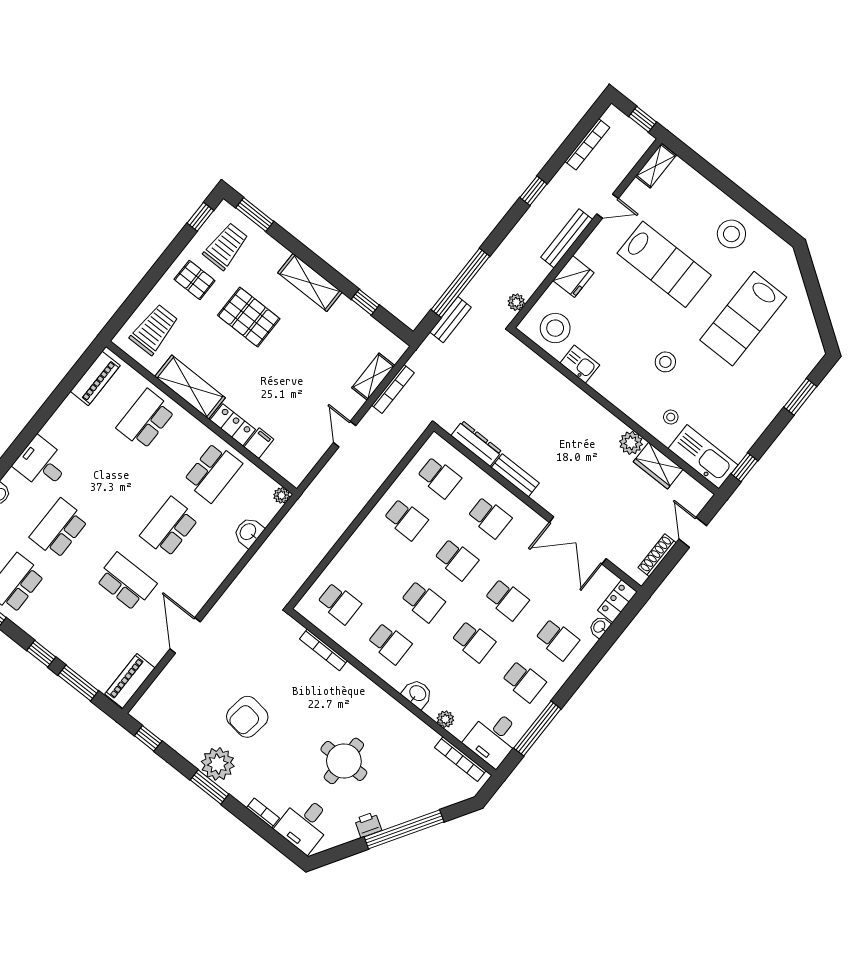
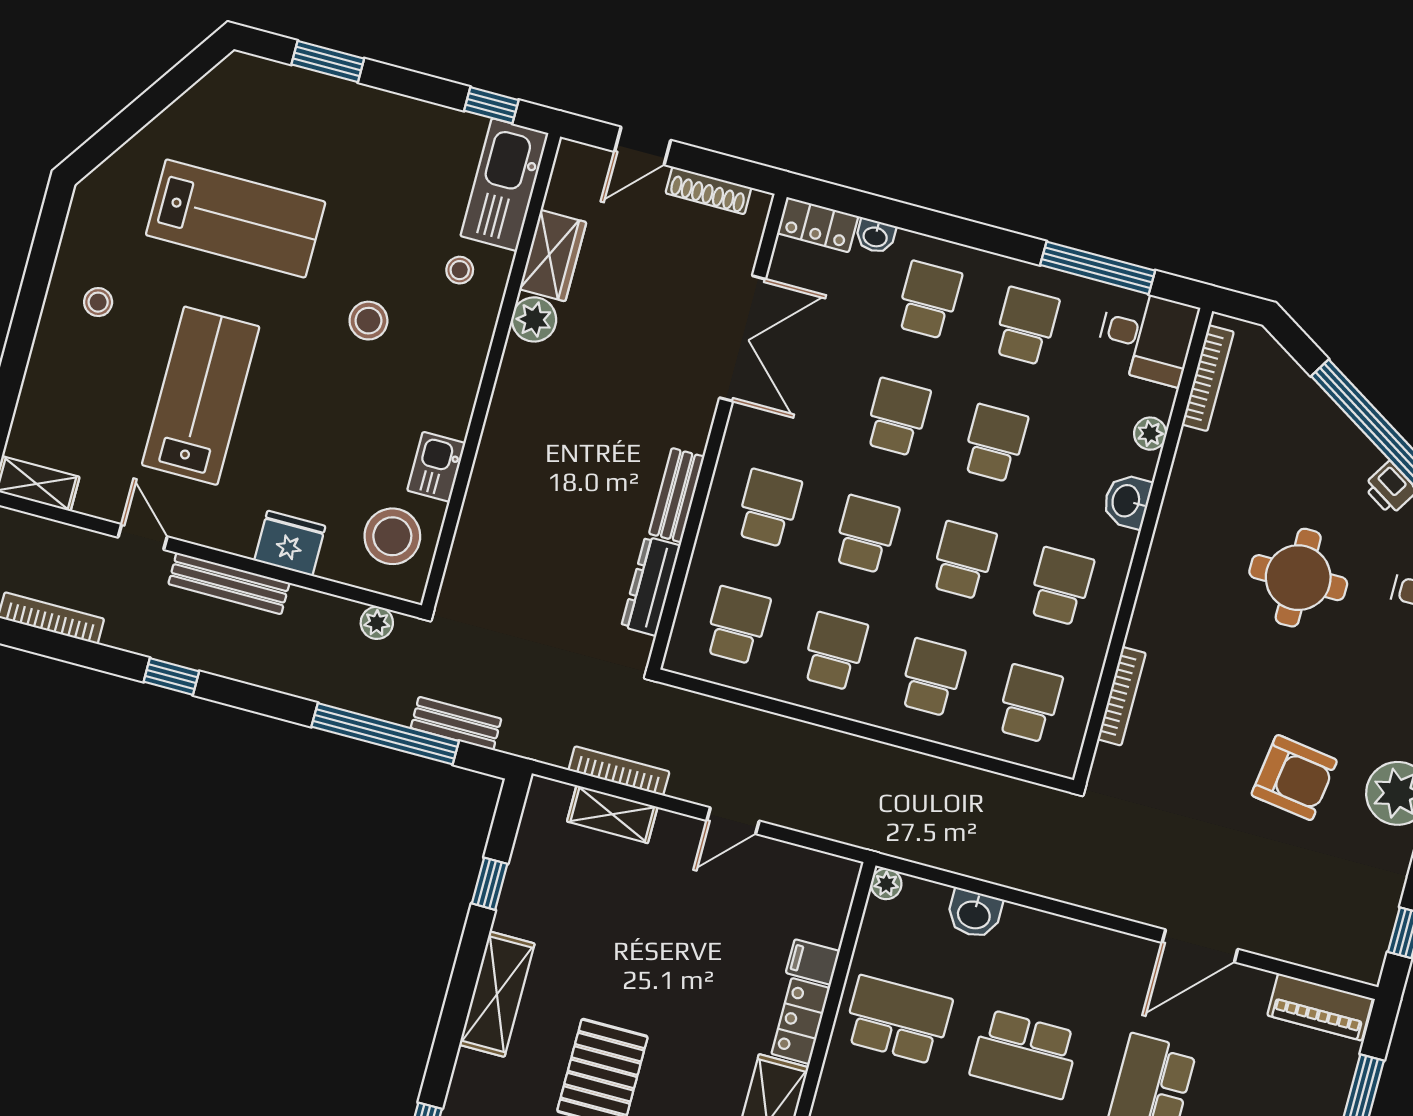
stool: (731, 234) -> (98, 302), width x0.53, depth x0.53
school desk: (373, 561) -> (932, 677), added

